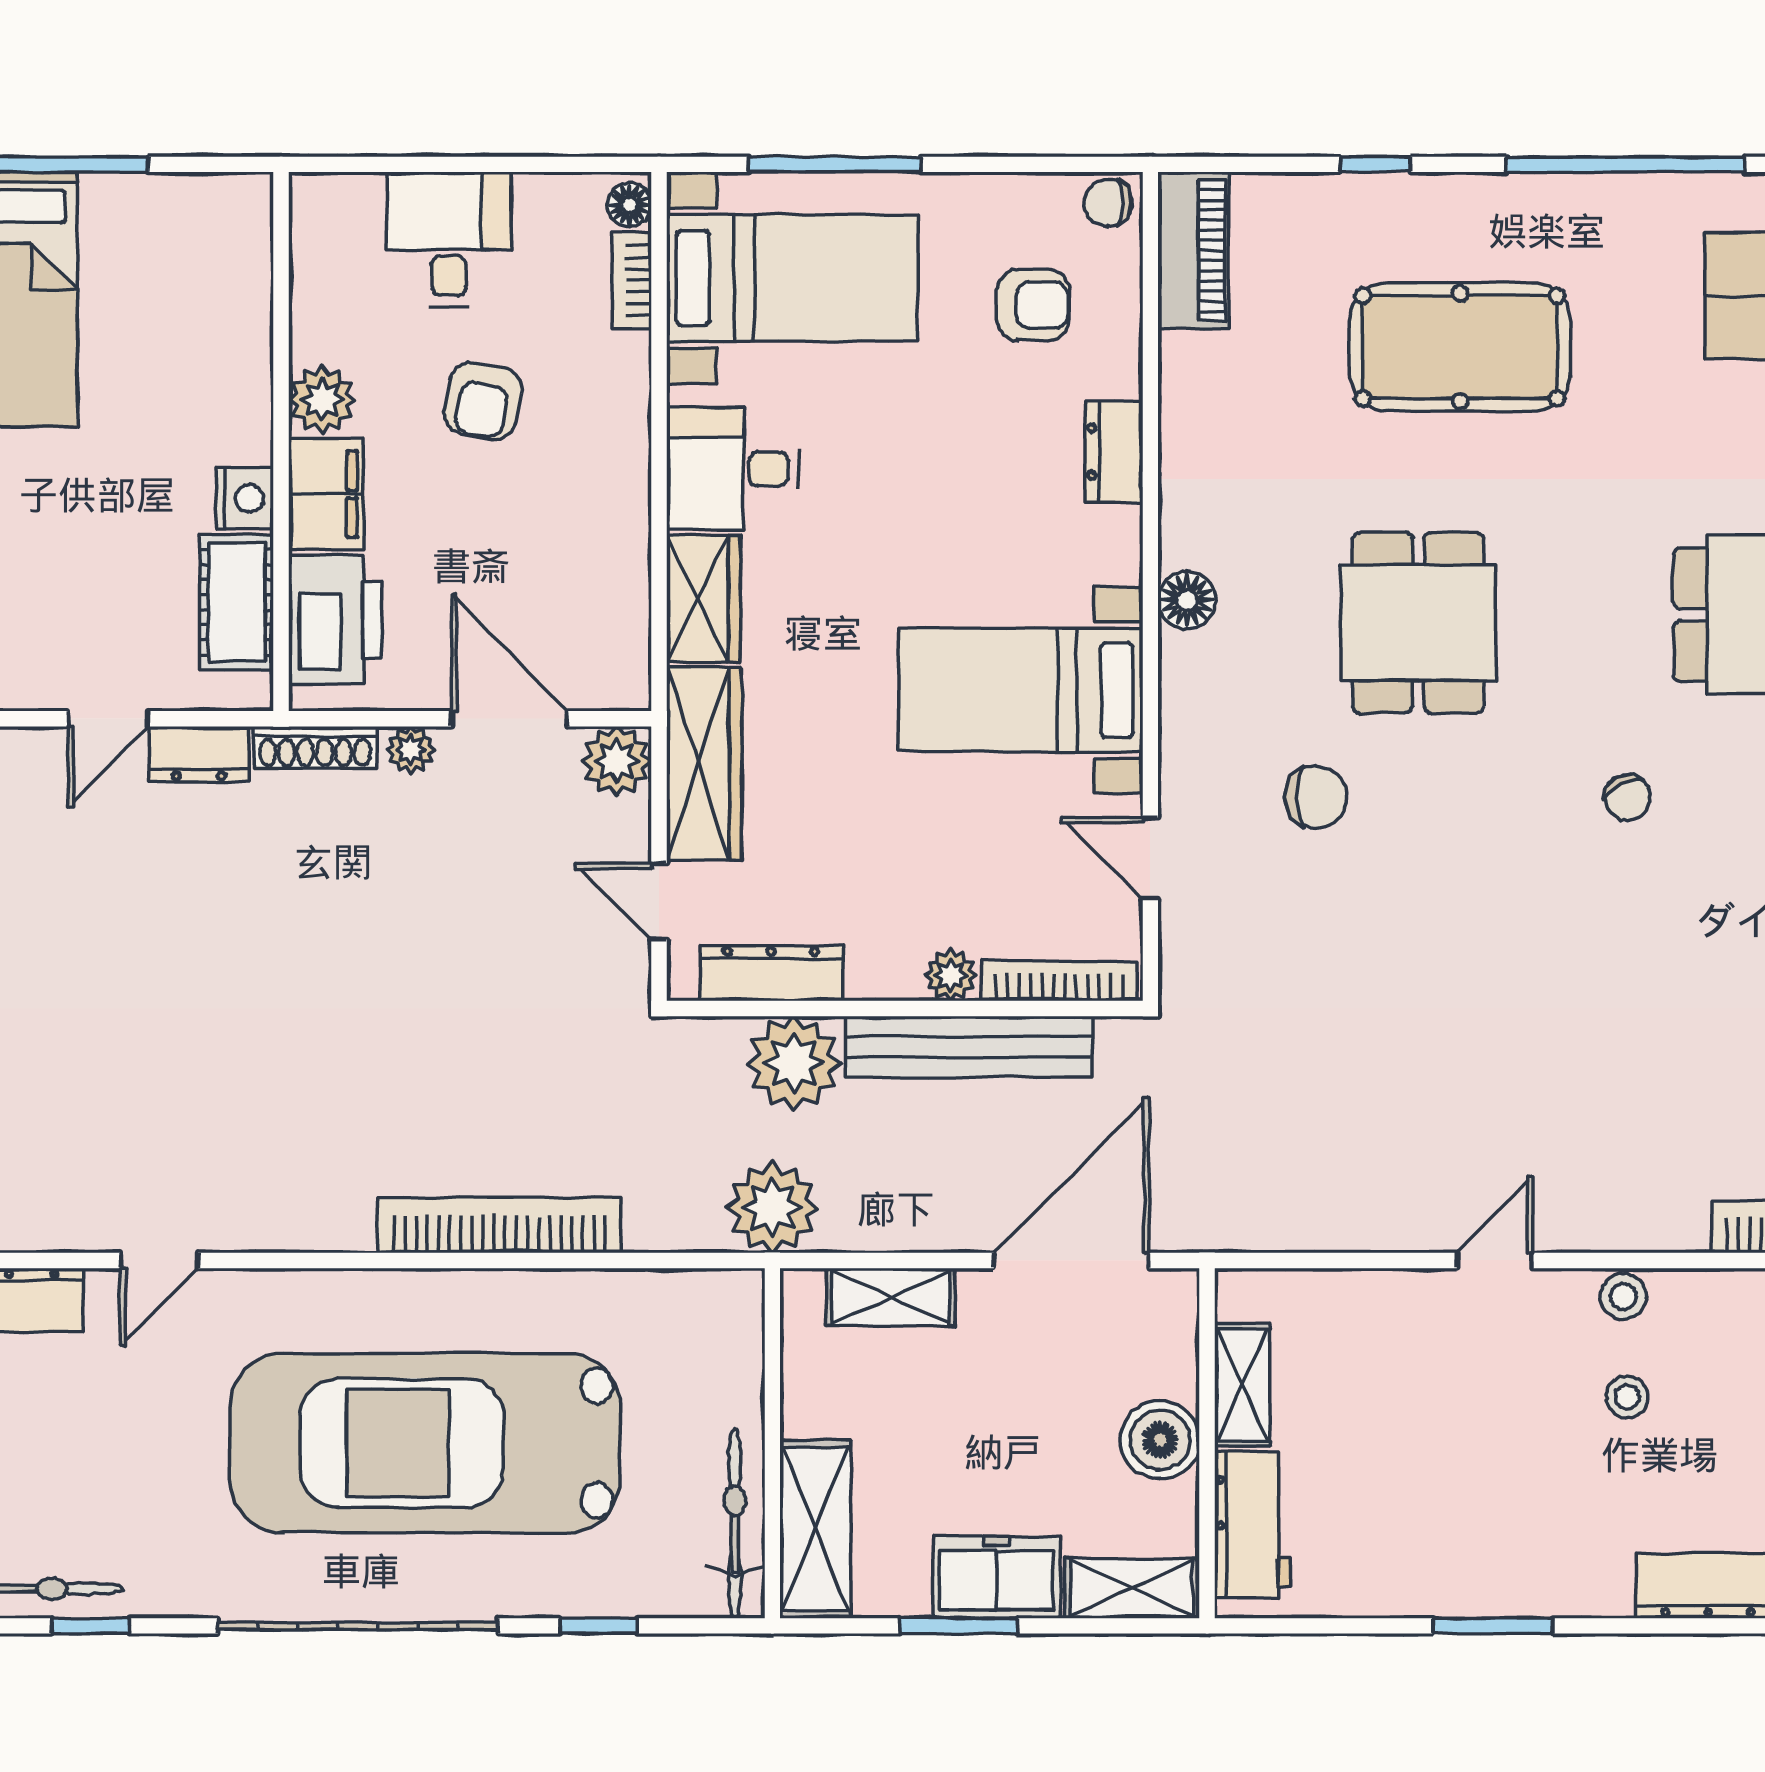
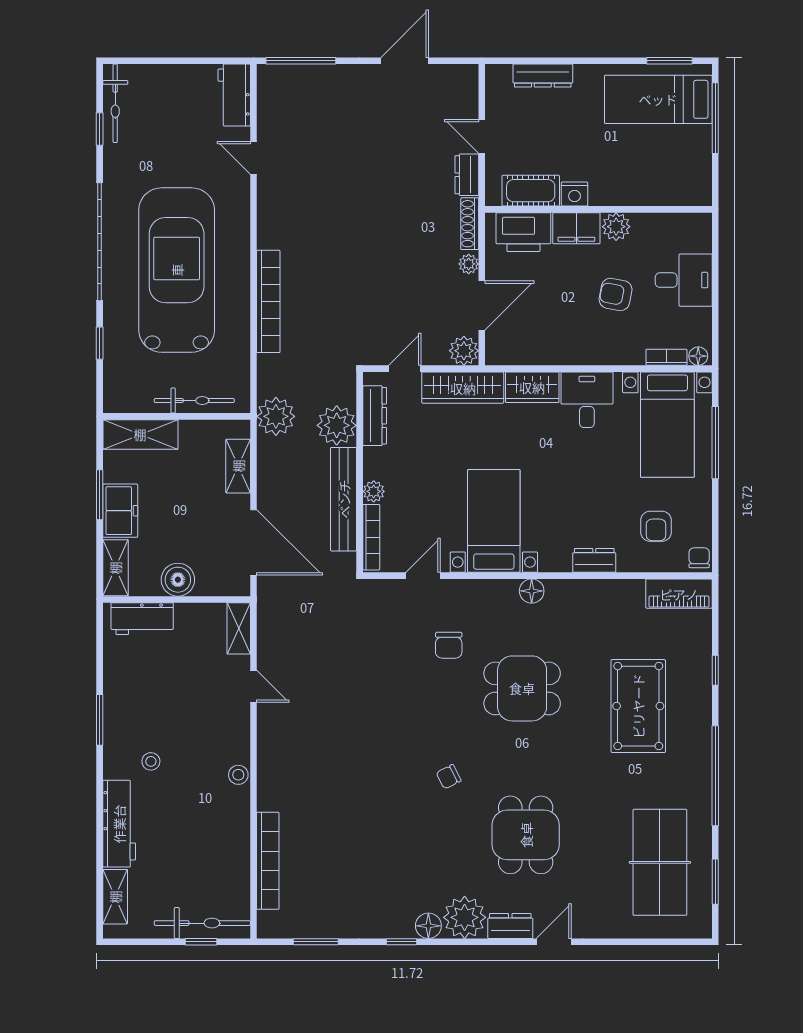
door: (1495, 1260) -> (253, 686), moved
shelving: (1242, 1385) -> (239, 628), moved, turned 90
stool: (1627, 1397) -> (151, 761), moved
bicycle: (735, 1524) -> (194, 401), moved

